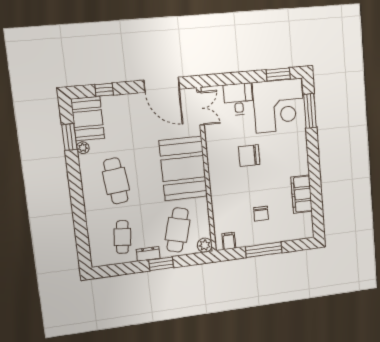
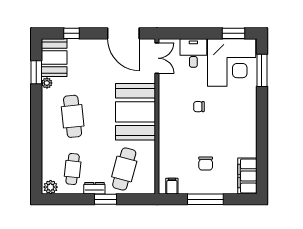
chair: (249, 156) -> (199, 107), width x0.54, depth x0.54
filing cabinet: (302, 194) -> (247, 176), moved
plant: (205, 245) -> (51, 187), moved

